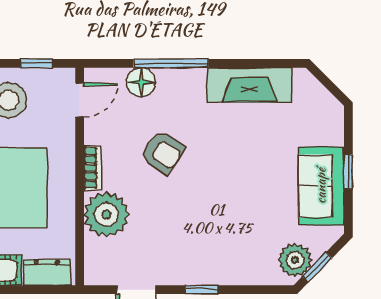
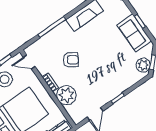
floor lamp: (141, 82) -> (46, 41), removed
door: (80, 100) -> (29, 62), swing flipped

